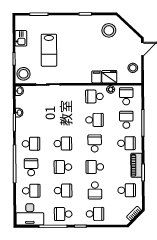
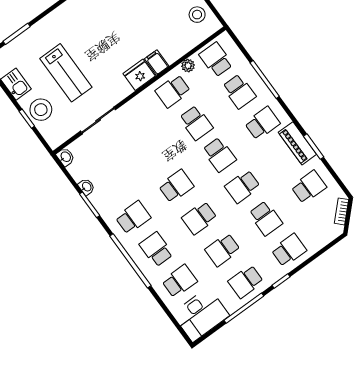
stool: (23, 74) -> (41, 110), moved
fridge: (109, 77) -> (139, 75), moved
school desk: (95, 120) -> (196, 123), turned 90
school desk: (126, 120) -> (239, 91), turned 180
school desk: (95, 143) -> (219, 155), turned 180
school desk: (63, 191) -> (223, 250), turned 180

